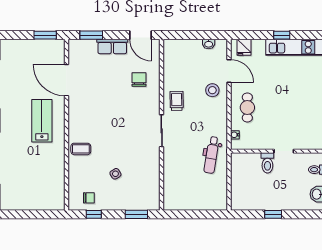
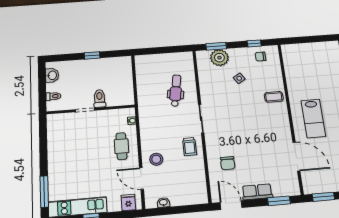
dental chair: (212, 155) -> (176, 91), moved
plant: (134, 200) -> (219, 58), added

